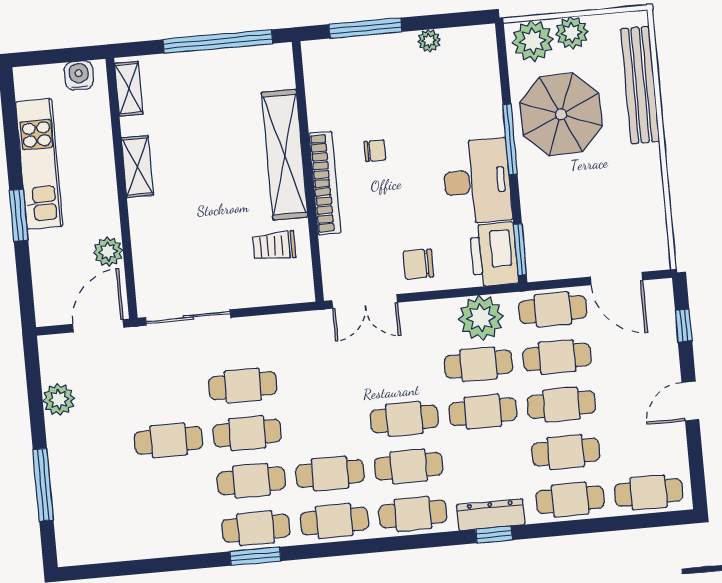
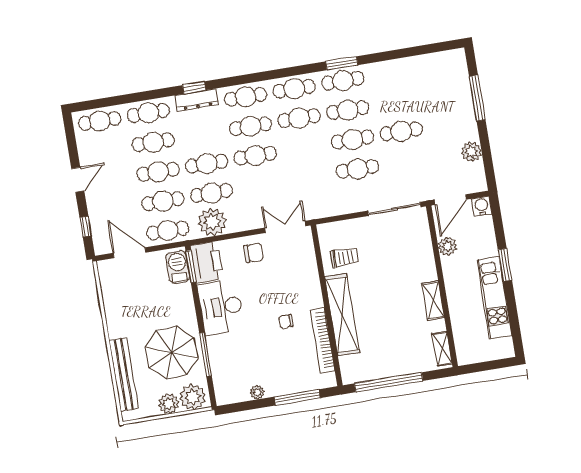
water cooler: (79, 75) -> (482, 206), moved, turned 180
window: (510, 139) -> (205, 354), moved
bookcase: (325, 183) -> (322, 340), moved
barbecue: (541, 250) -> (178, 267), added

